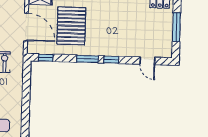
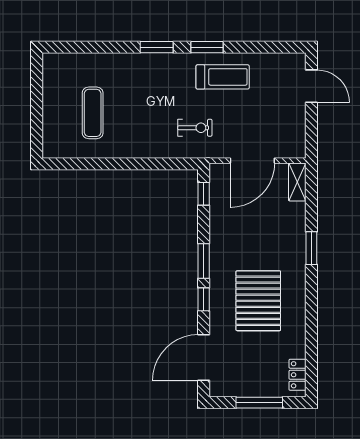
pallet: (71, 26) -> (258, 301), moved, turned 90
door: (147, 61) -> (204, 358), width x1.88

